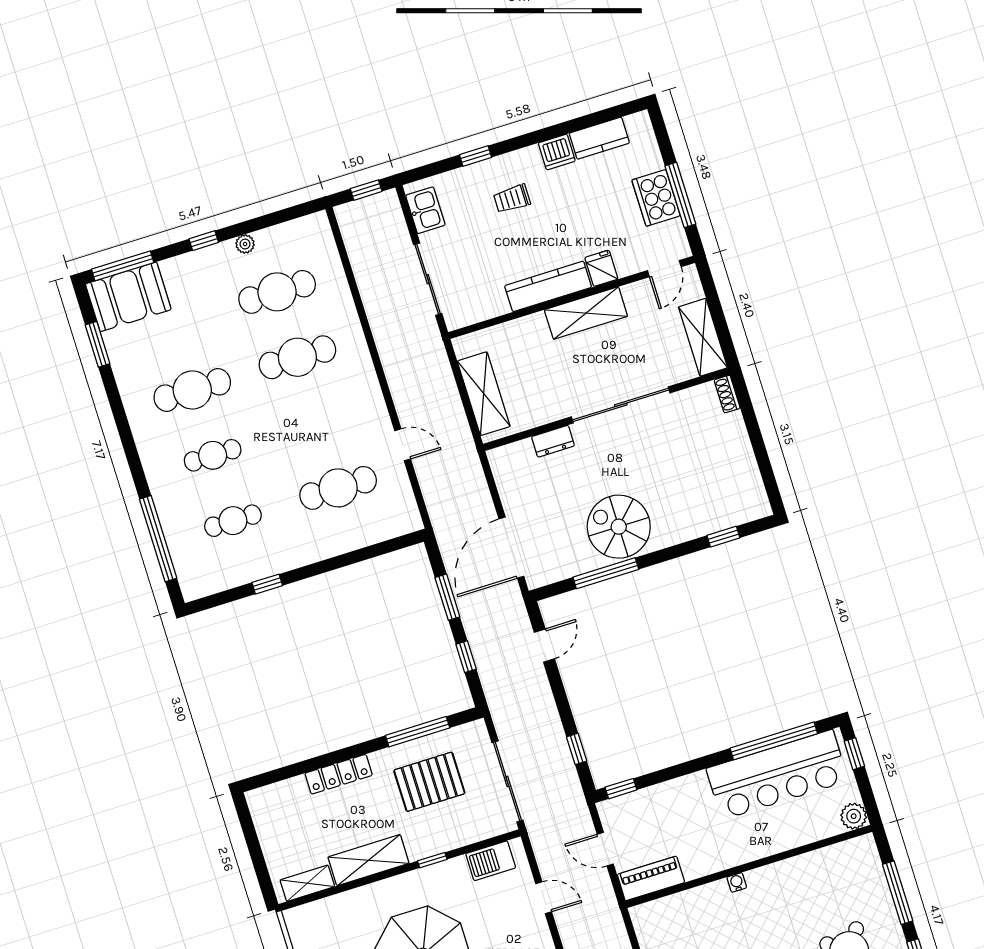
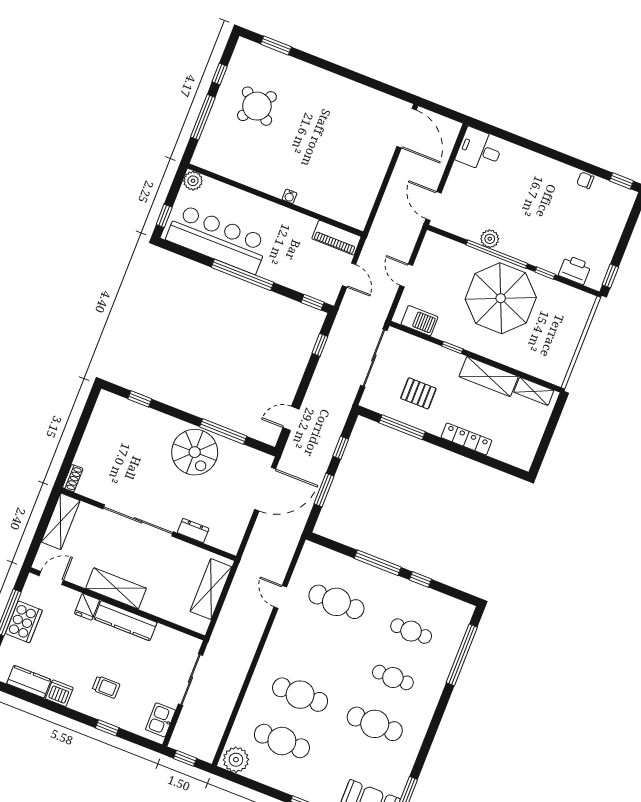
plant: (245, 244) -> (236, 760), moved, width x1.88, depth x1.88
window: (327, 565) -> (378, 563), added
window: (774, 741) -> (243, 275), moved
pallet: (429, 782) -> (418, 393), width x0.67, depth x0.71

